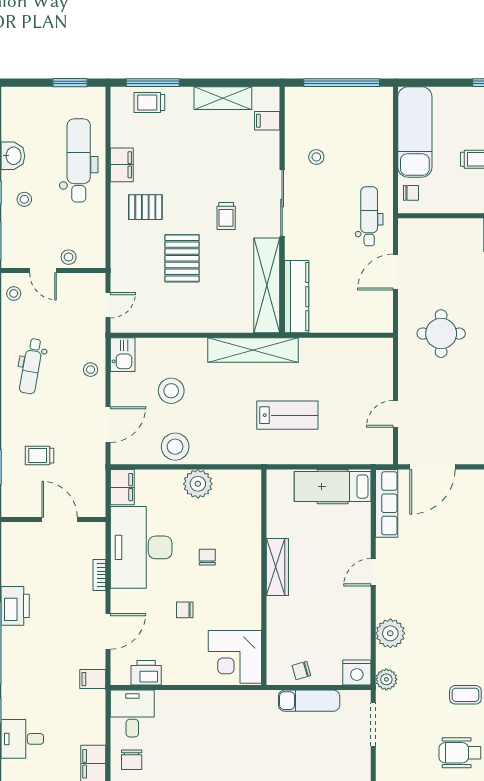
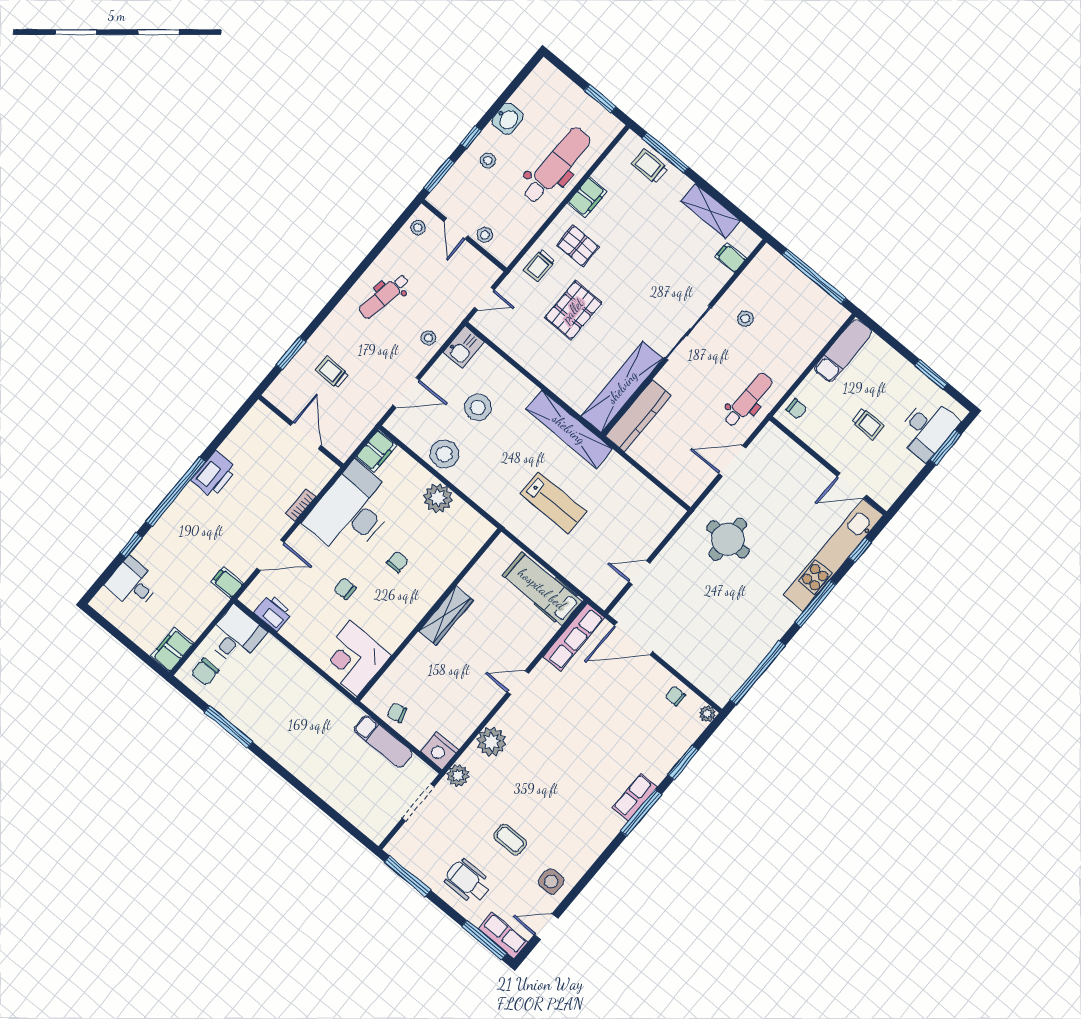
exam couch: (415, 132) -> (843, 351), width x0.73, depth x0.69
trolley: (226, 216) -> (539, 266), moved

